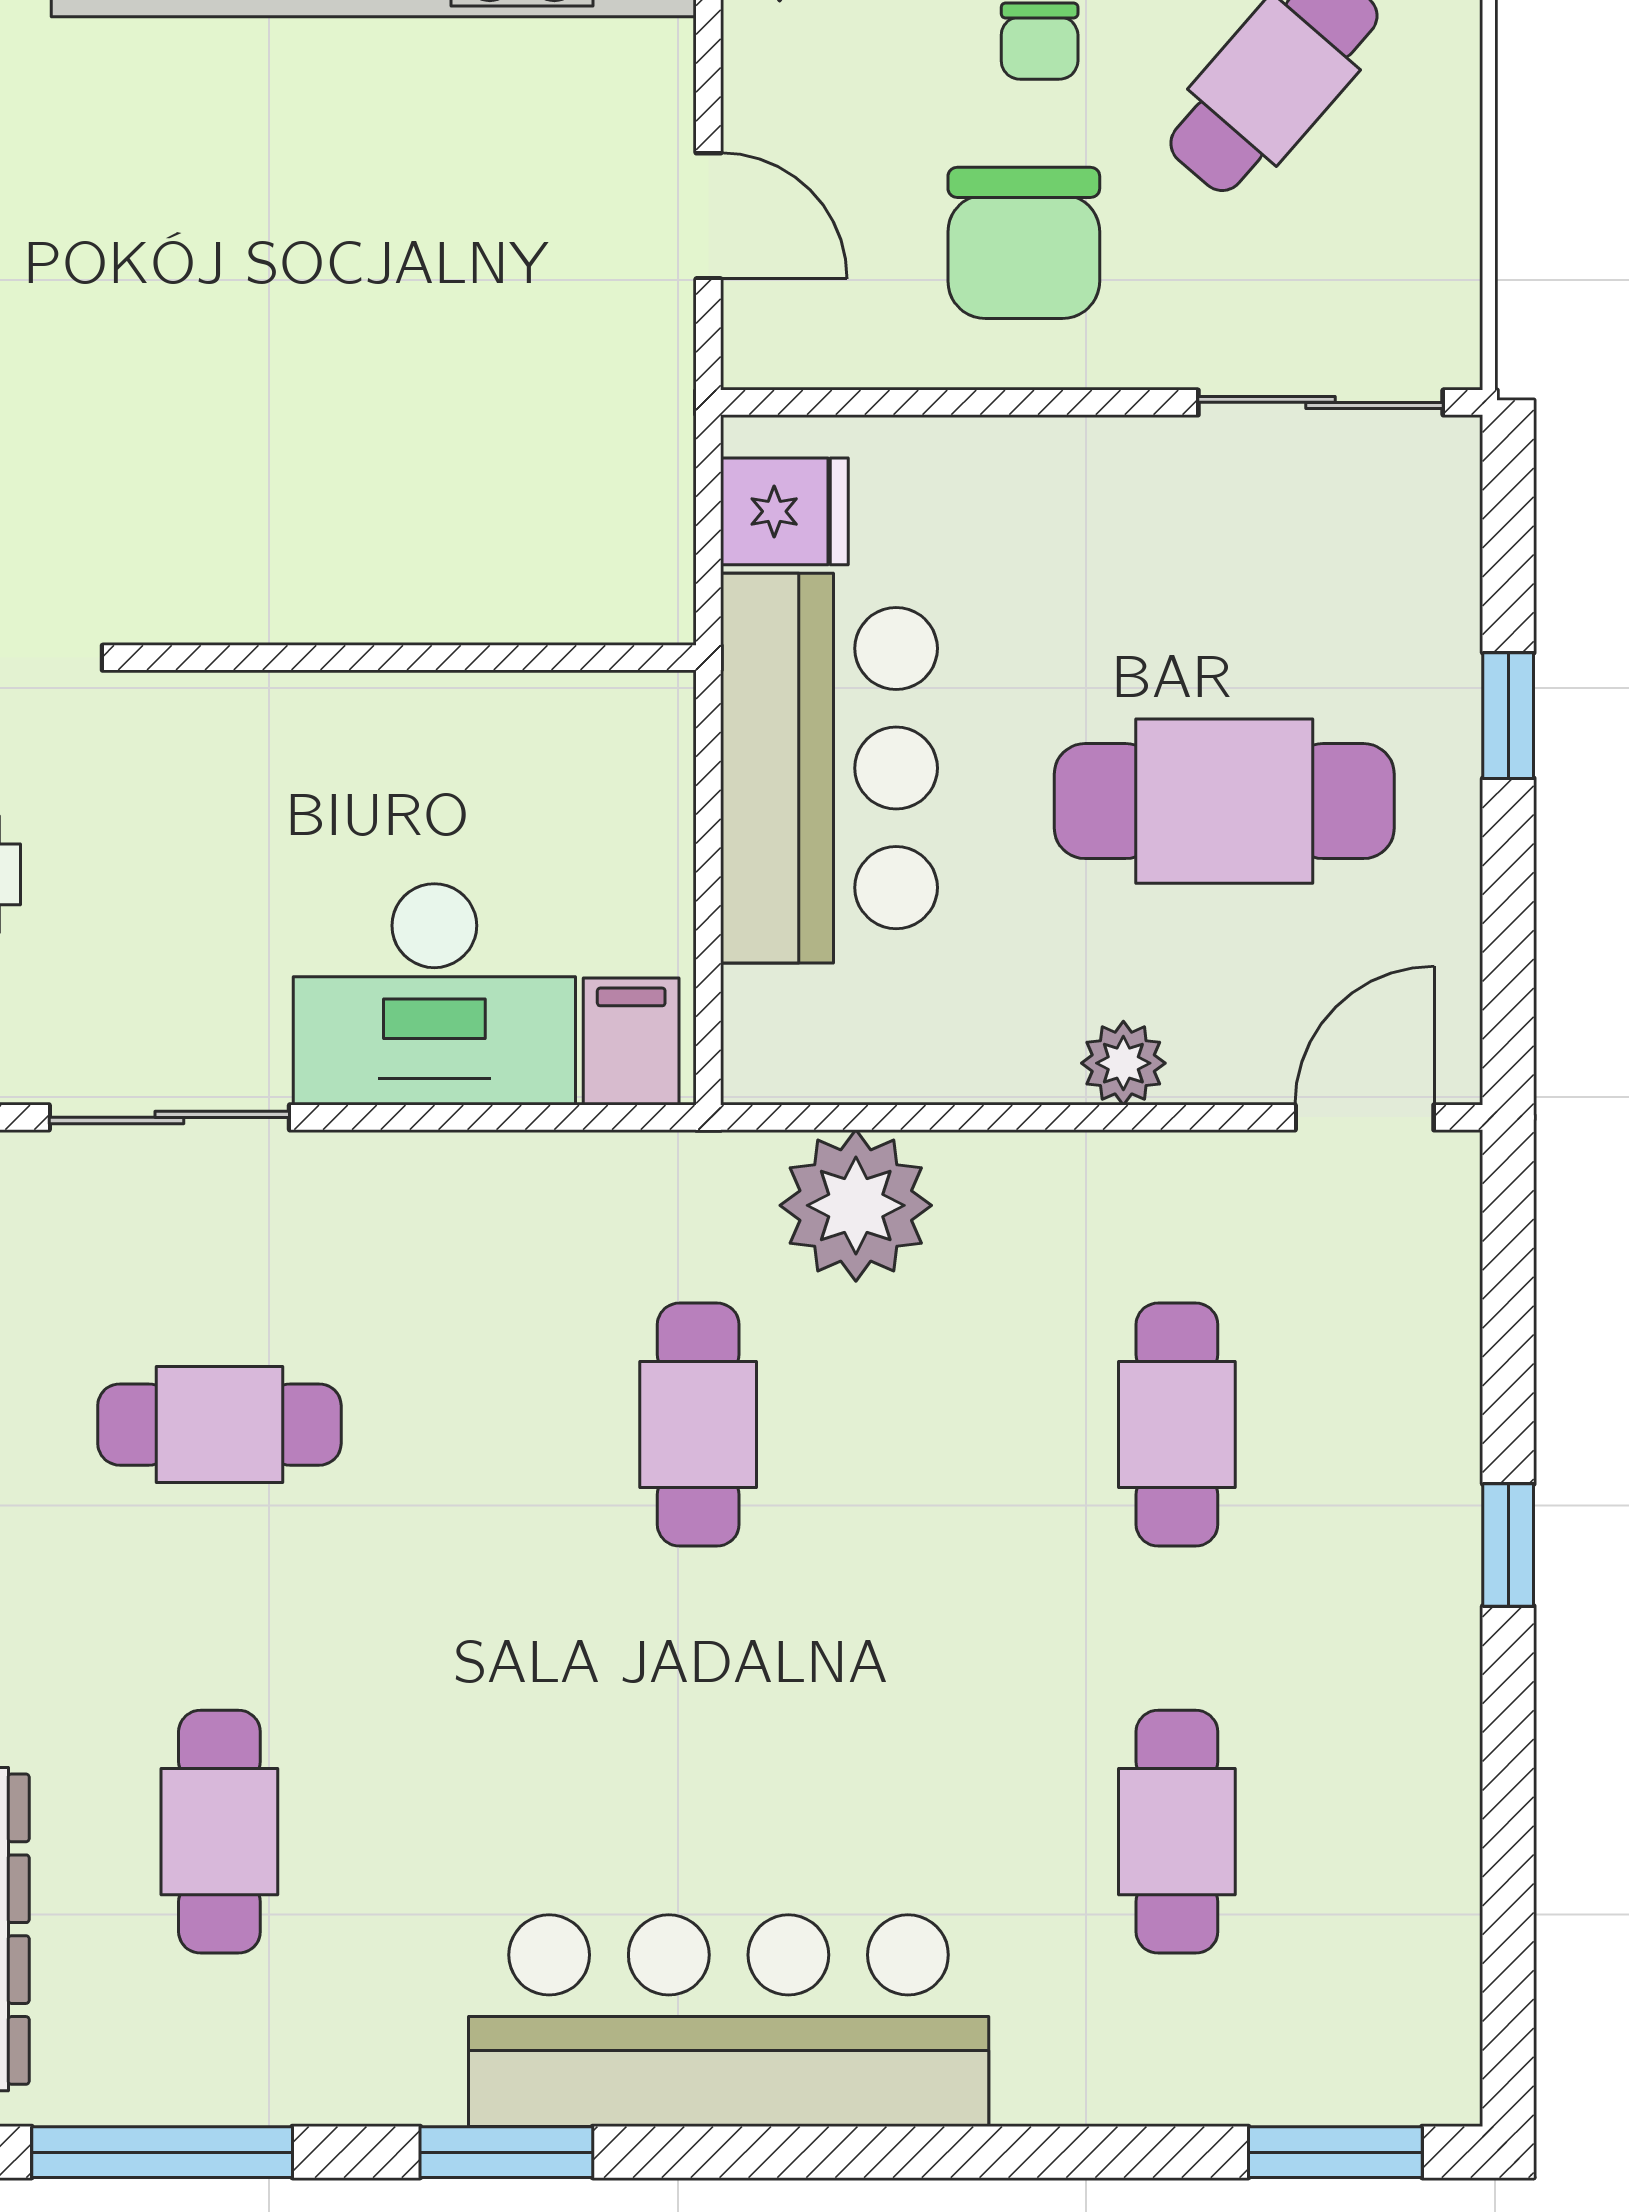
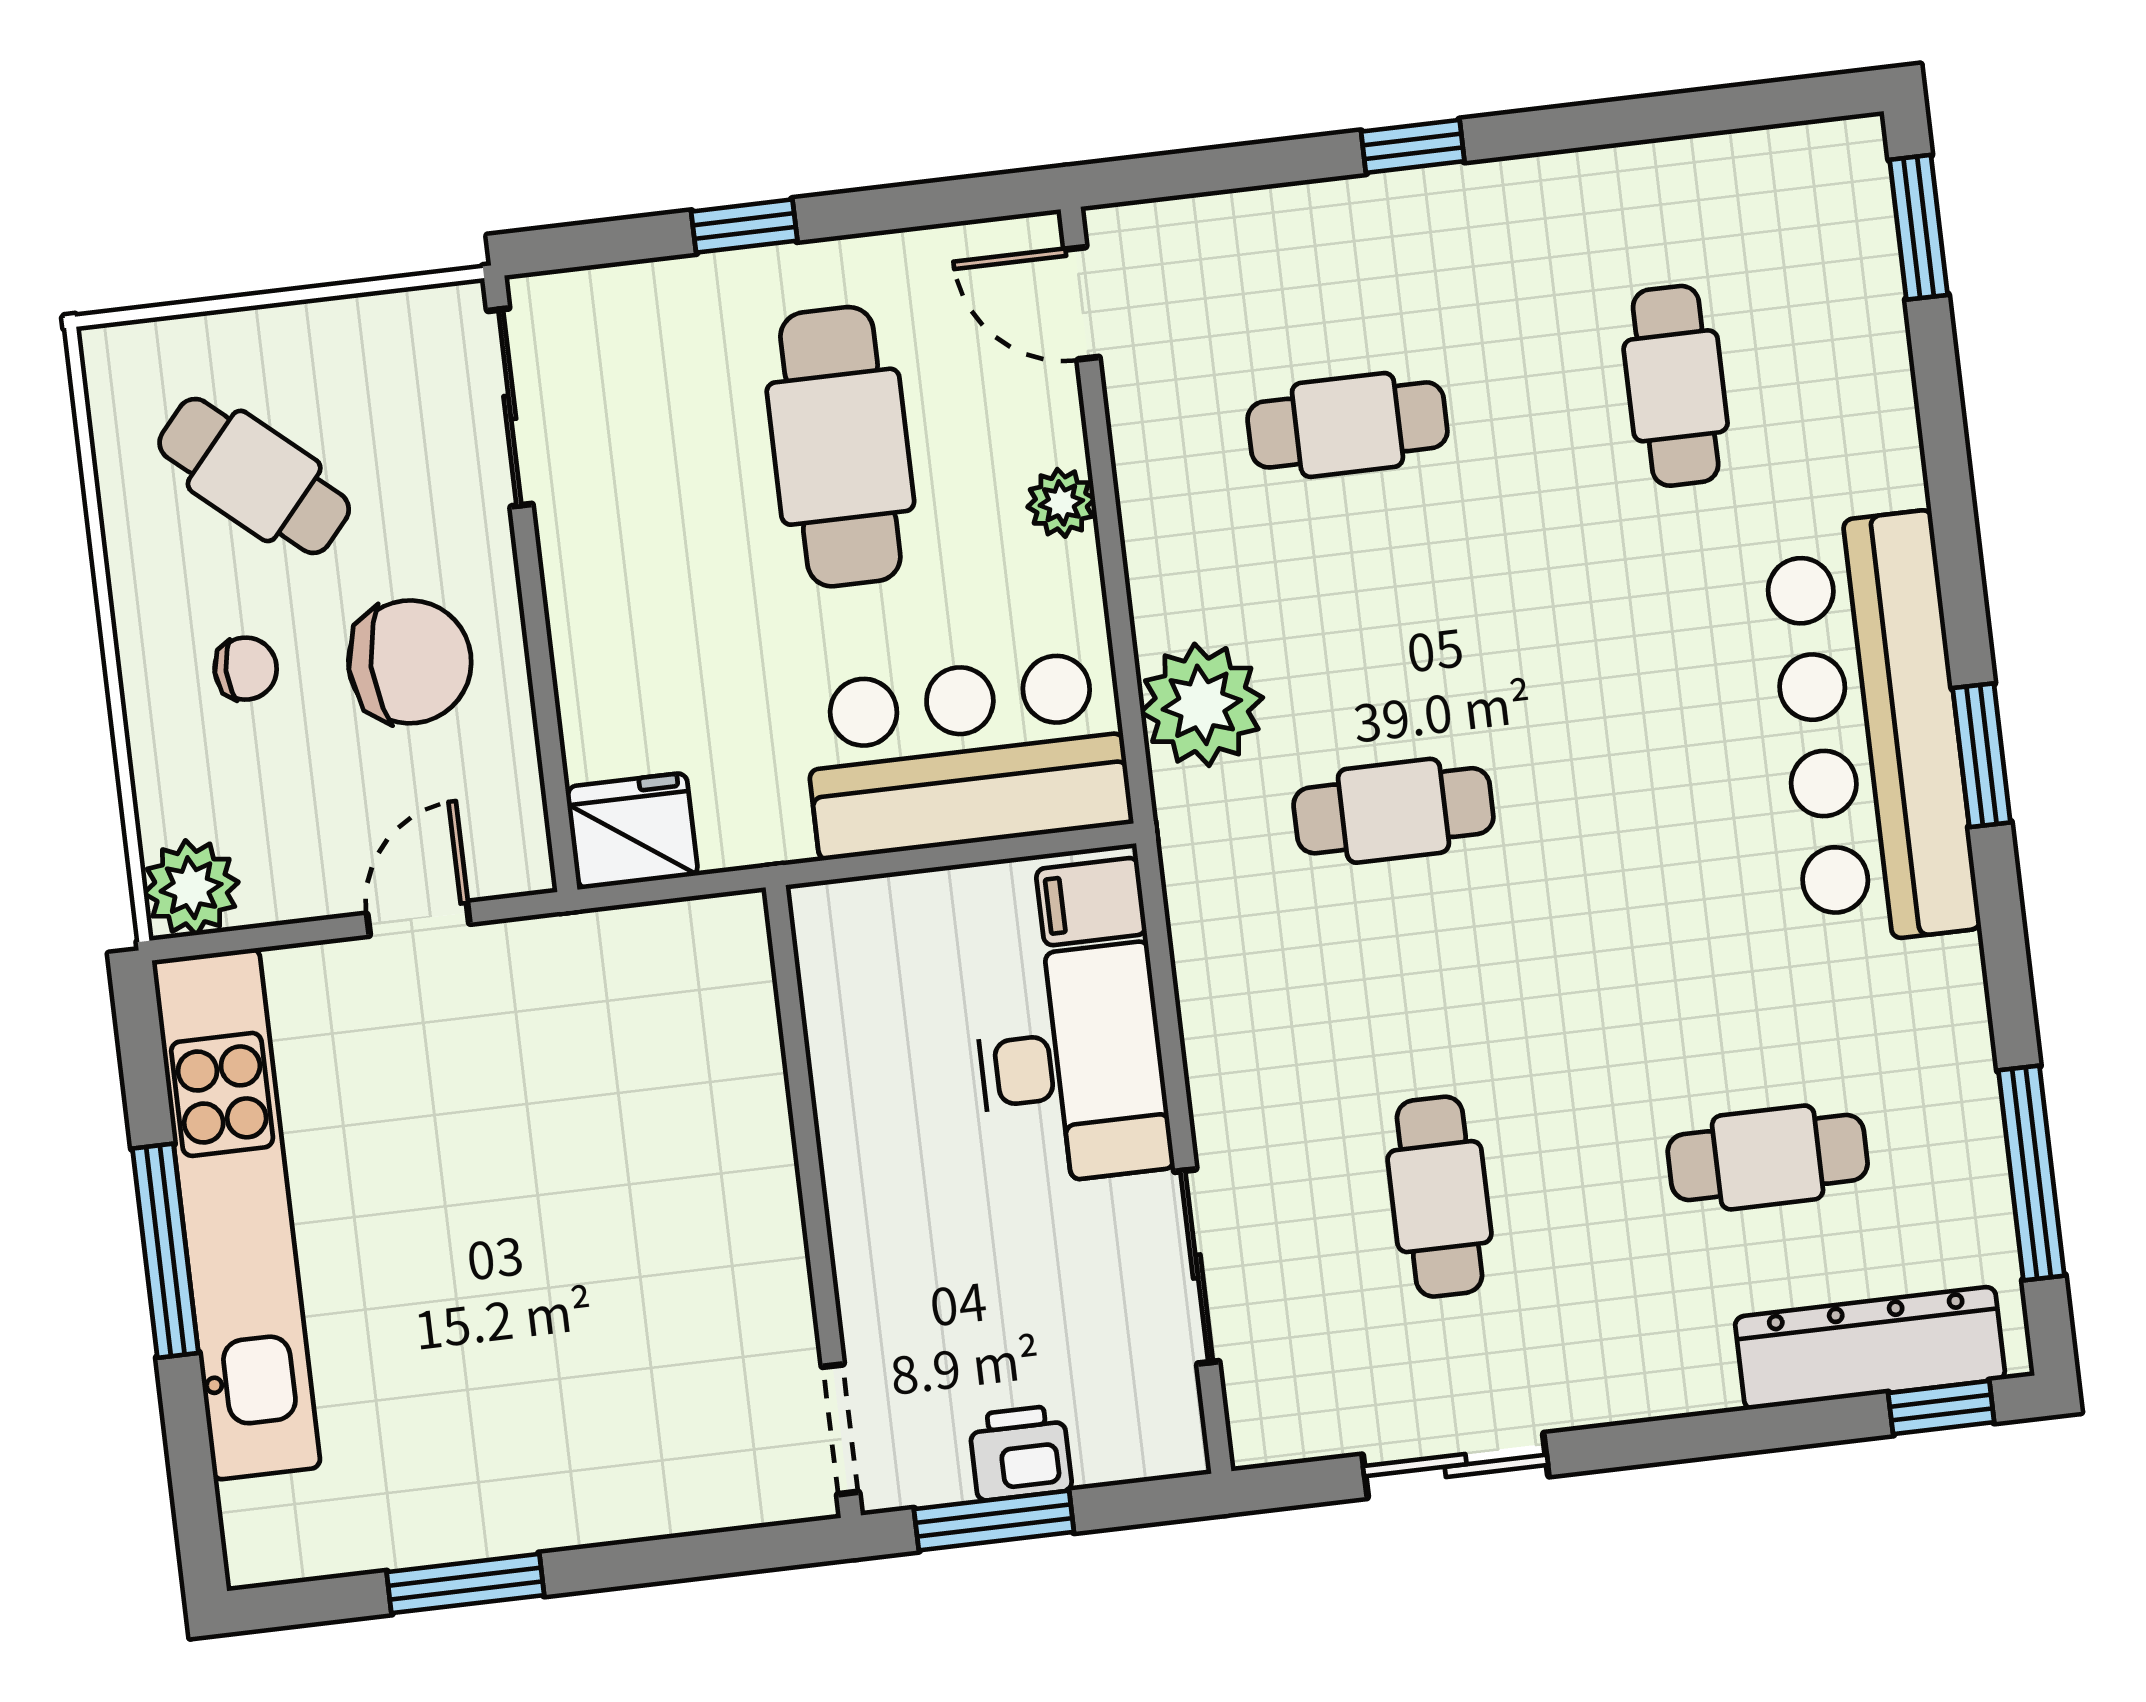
fridge: (784, 511) -> (633, 831), width x1.38
bar counter: (829, 768) -> (966, 755), moved
cafe table: (1177, 1832) -> (1676, 386), turned 90
window: (506, 2152) -> (1982, 755), moved

